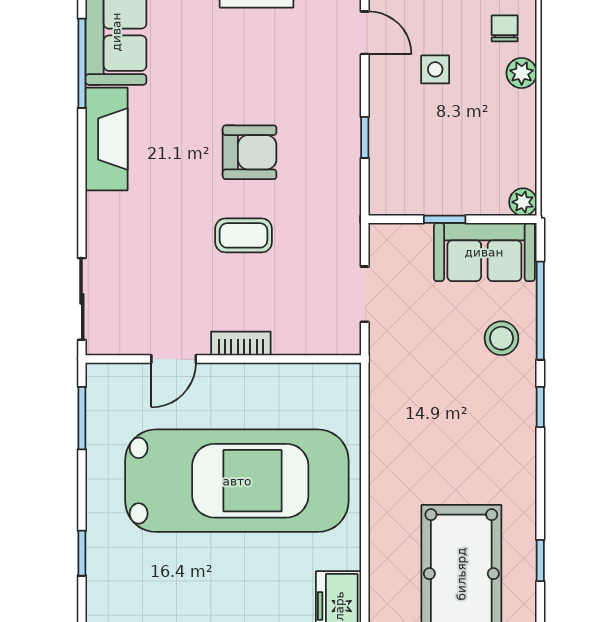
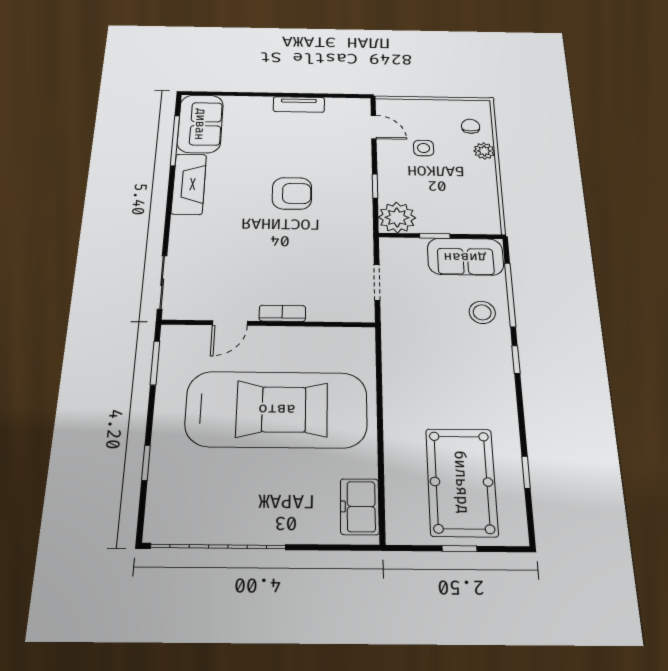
plant: (523, 202) -> (397, 217), moved, width x1.87, depth x1.87
coffee table: (244, 235) -> (286, 244), removed

